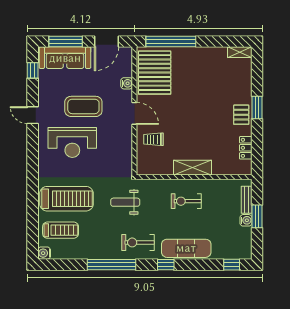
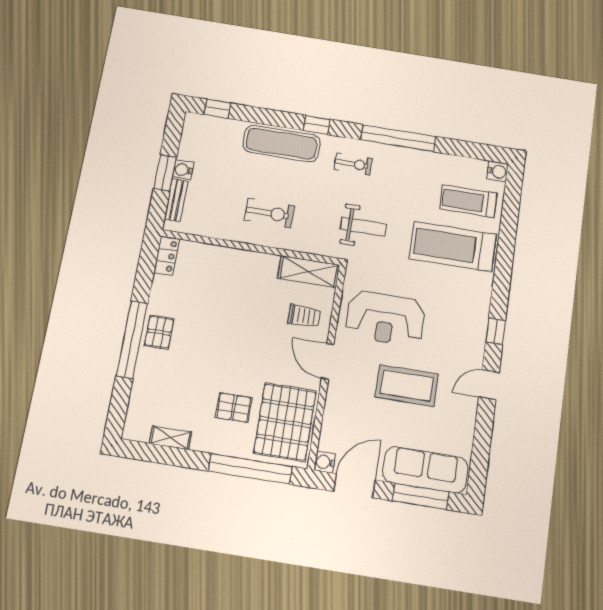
shelving: (240, 52) -> (170, 438), moved
window: (33, 70) -> (496, 331), moved
pallet: (187, 76) -> (234, 408), added
water cooler: (127, 83) -> (325, 462), moved
window: (257, 107) -> (132, 340), width x2.11
door: (33, 115) -> (489, 385), swing flipped
reception desk: (72, 142) -> (385, 318), moved, turned 180
locker: (246, 148) -> (167, 256), moved
shelving: (193, 168) -> (309, 272), moved
exercise bike: (138, 242) -> (353, 164), width x0.73, depth x0.72

